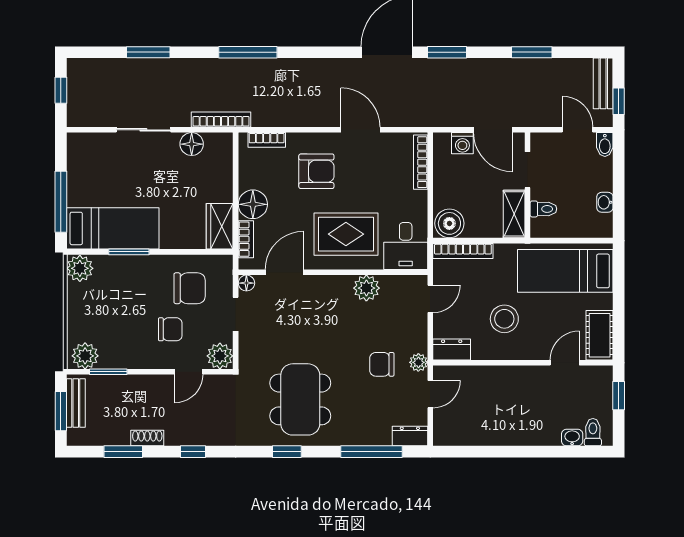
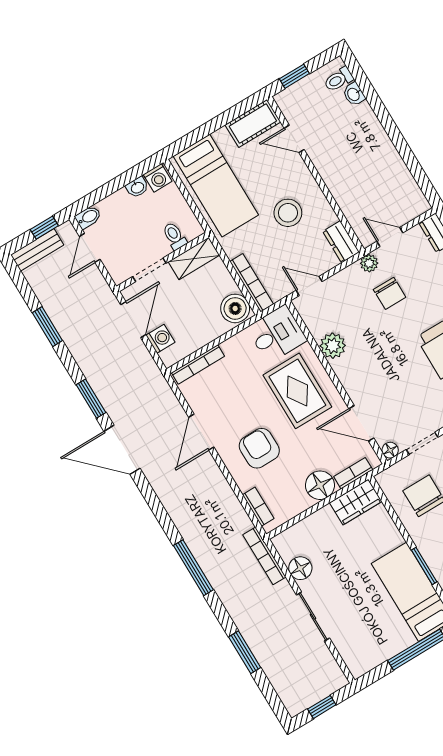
washing machine: (602, 225) -> (158, 178), added

